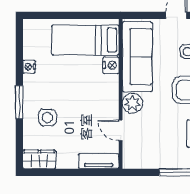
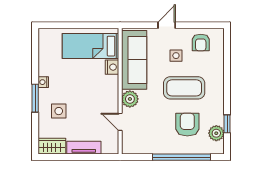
nightstand: (29, 67) -> (43, 82), moved
tv unit: (99, 161) -> (84, 148), moved

